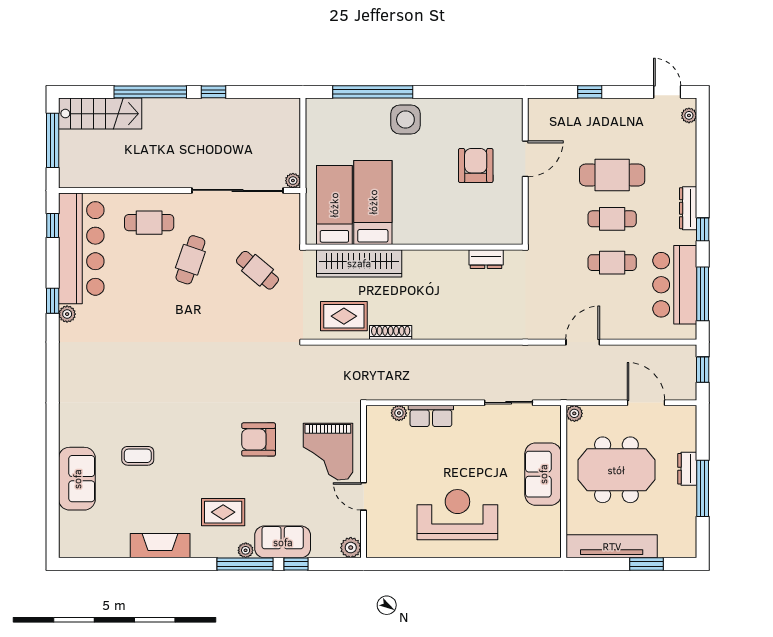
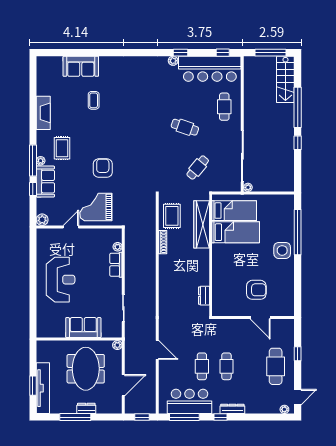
cafe table: (612, 175) -> (276, 366), moved
cafe table: (190, 260) -> (185, 127), moved
tv unit: (612, 546) -> (43, 388), moved

